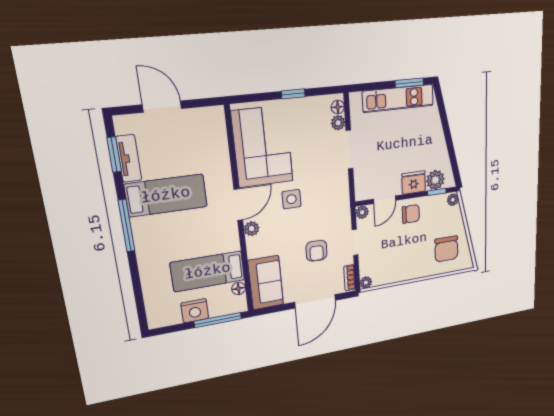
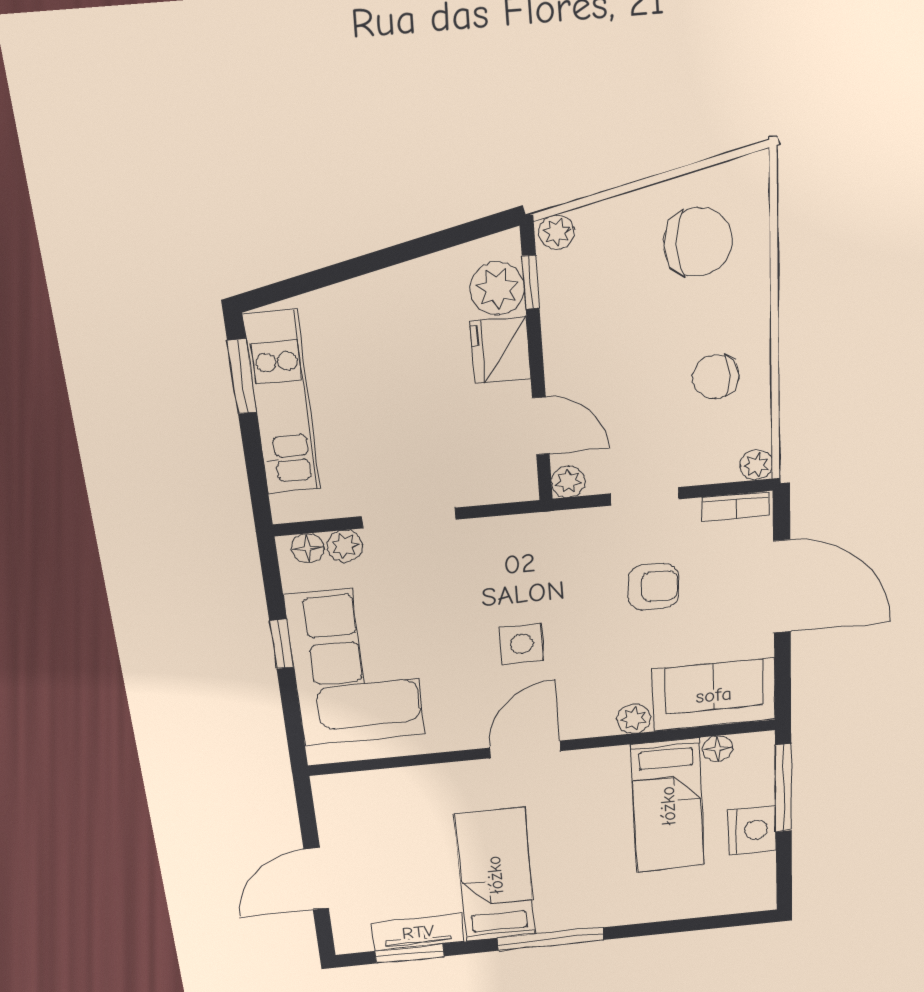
corner sofa: (262, 147) -> (356, 666), moved, turned 90
door: (238, 205) -> (525, 749), hinge flipped
chair: (411, 214) -> (716, 377), moved, turned -90
plant: (252, 229) -> (634, 719), moved

